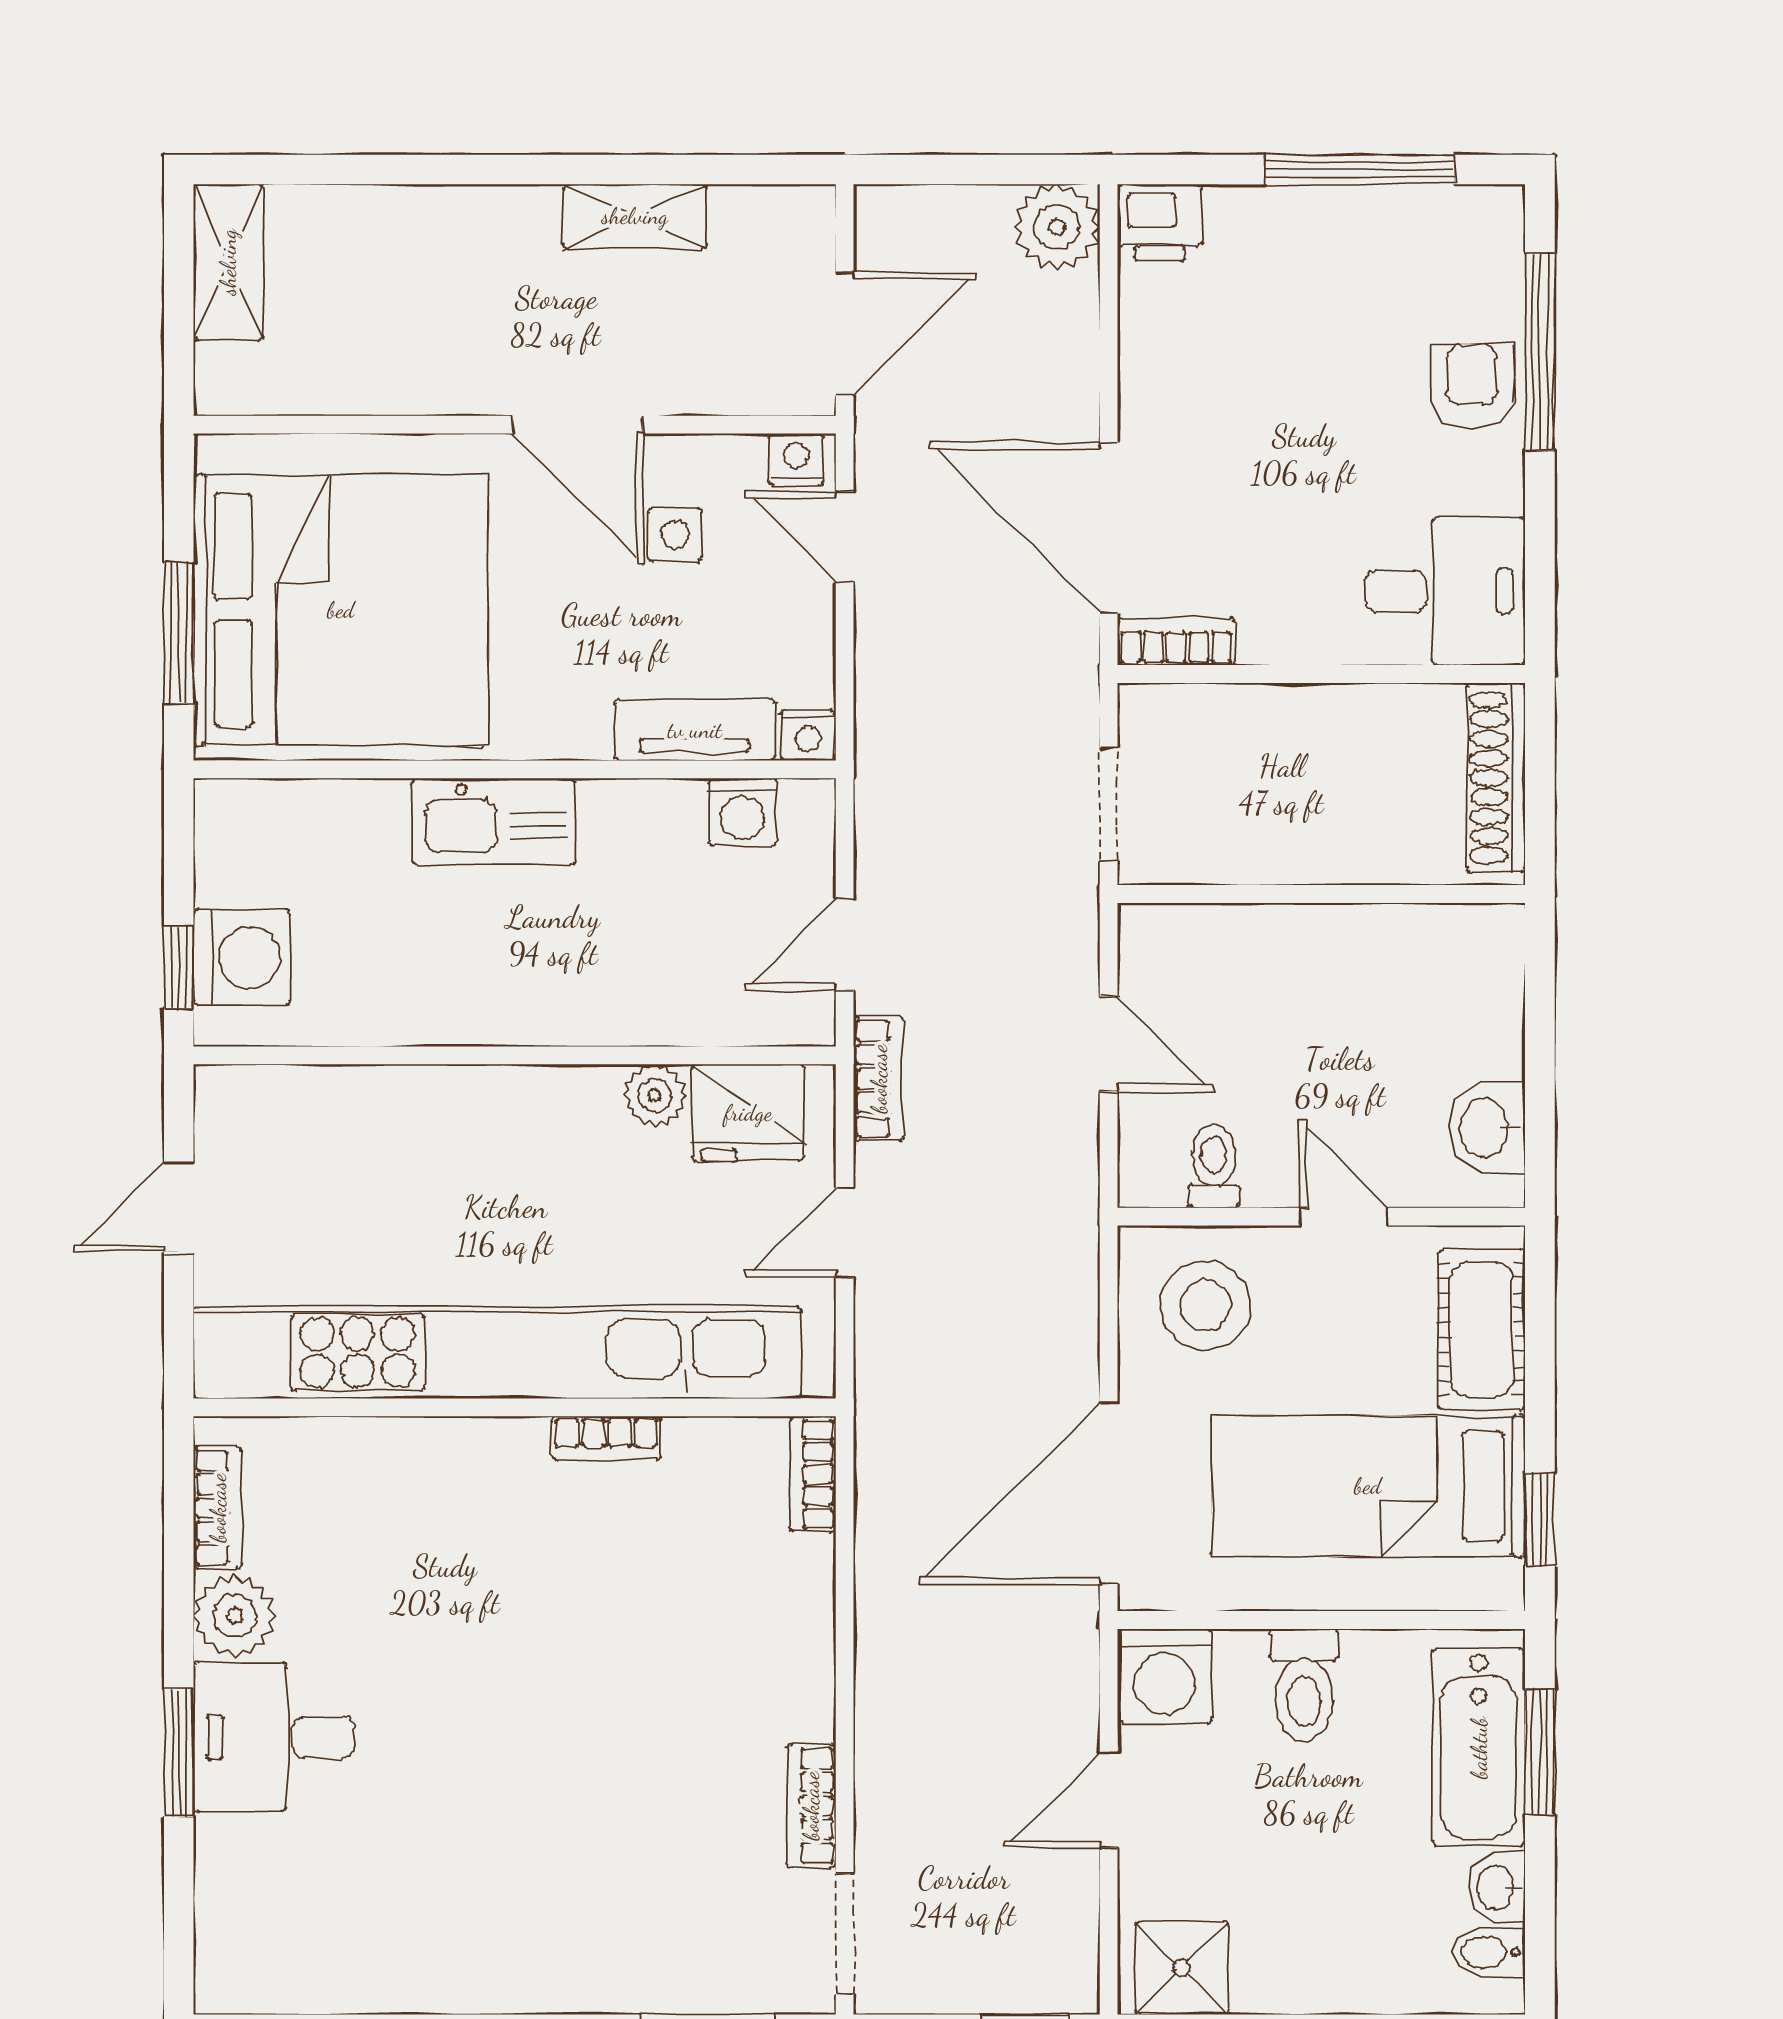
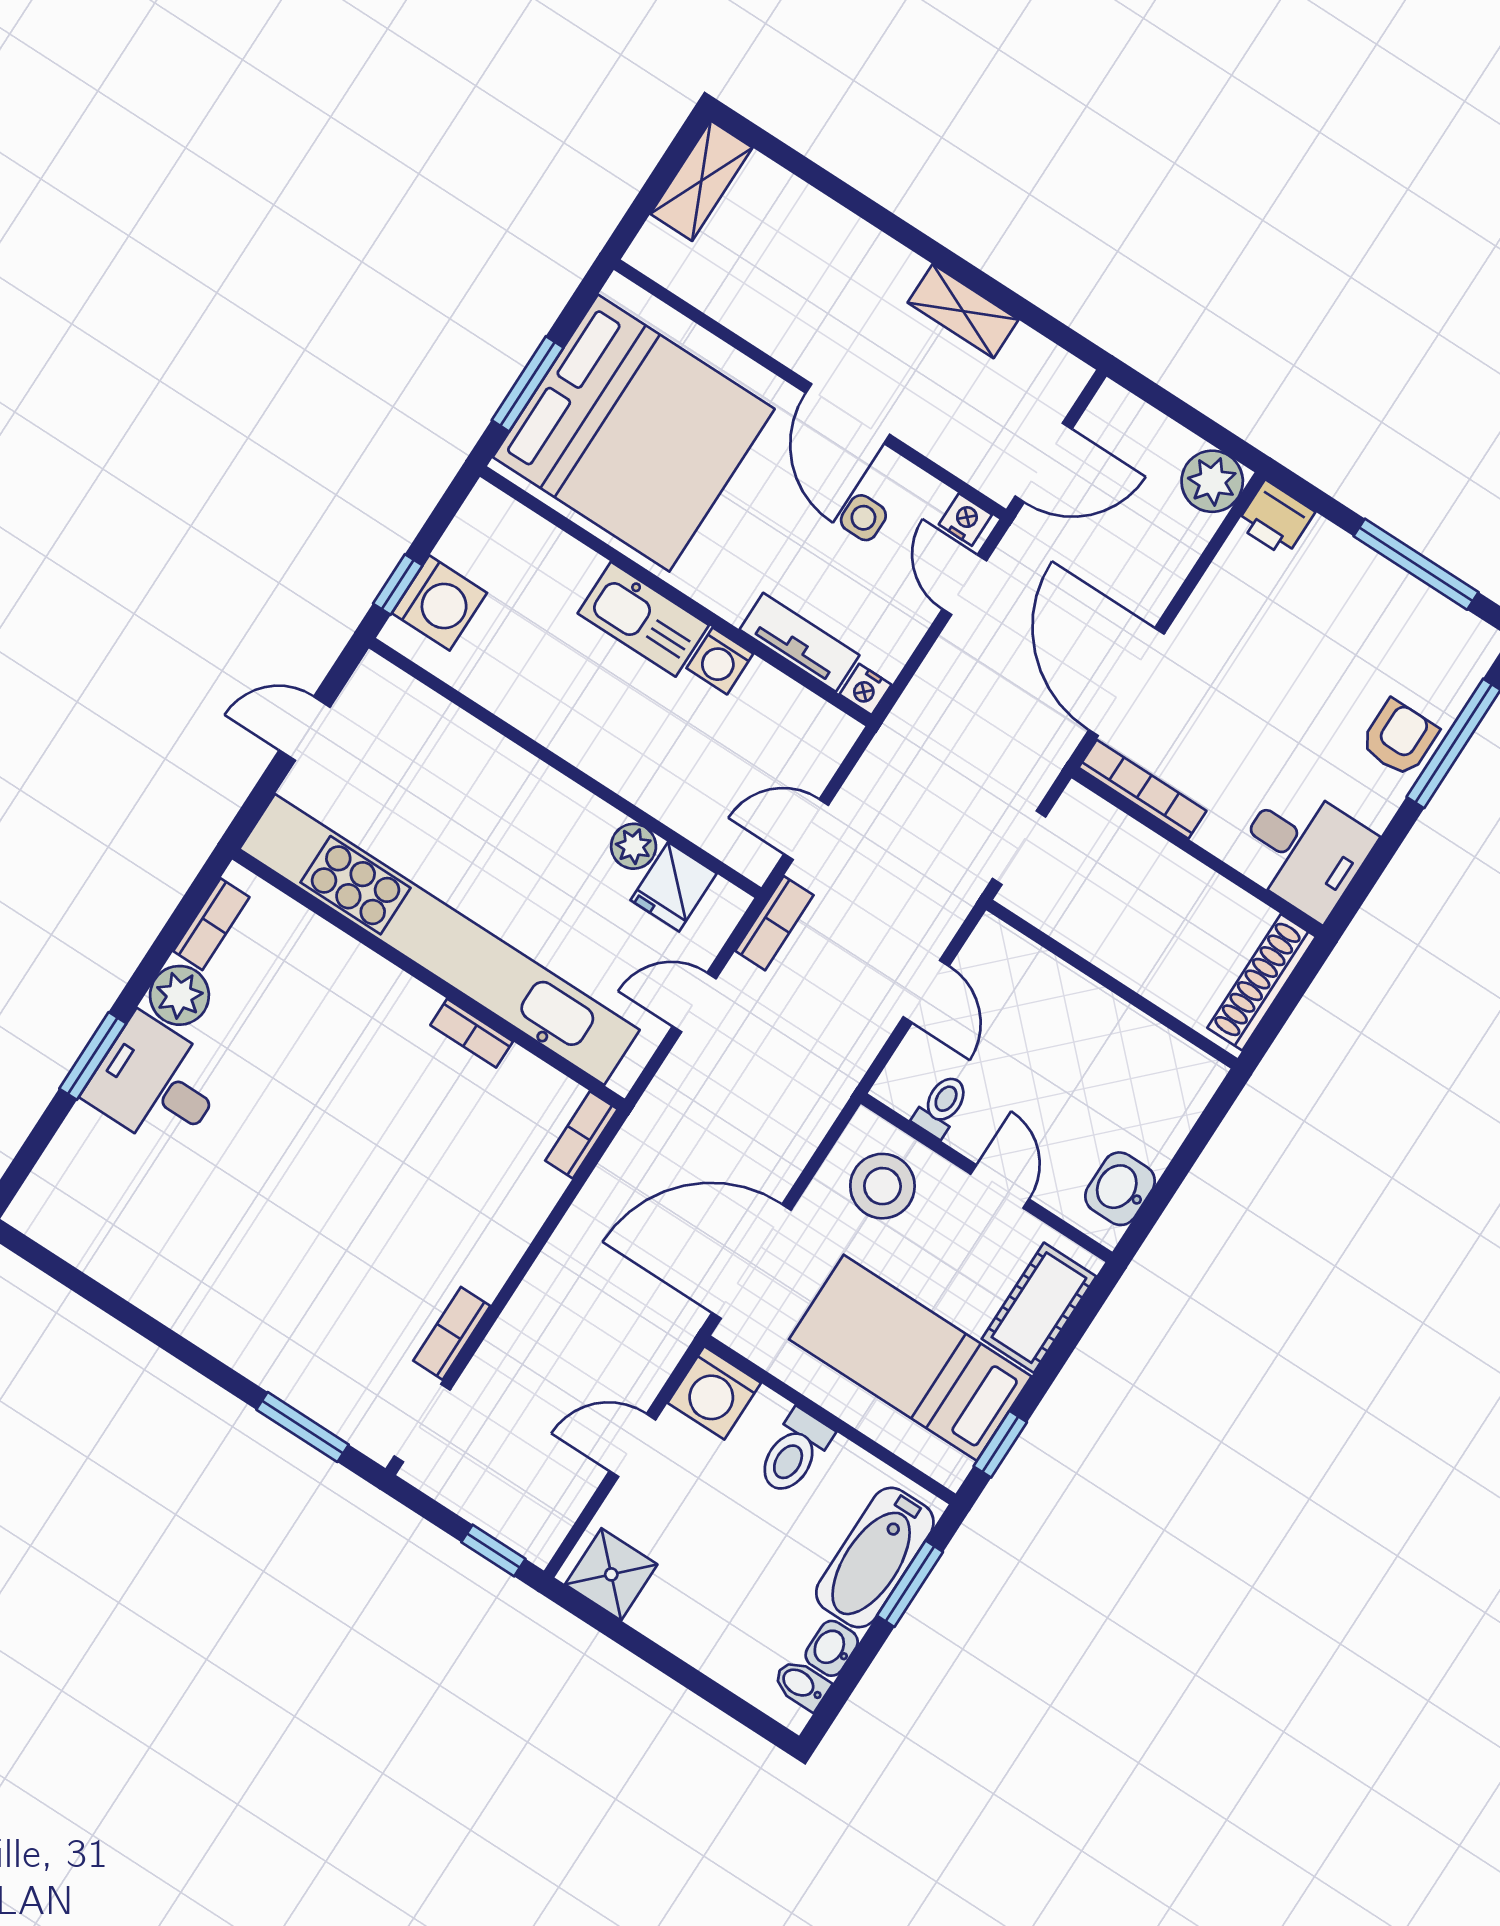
bookcase: (1176, 642) -> (1142, 789), width x1.56
washing machine: (743, 812) -> (720, 661), moved
fridge: (748, 1113) -> (674, 887), width x0.72

